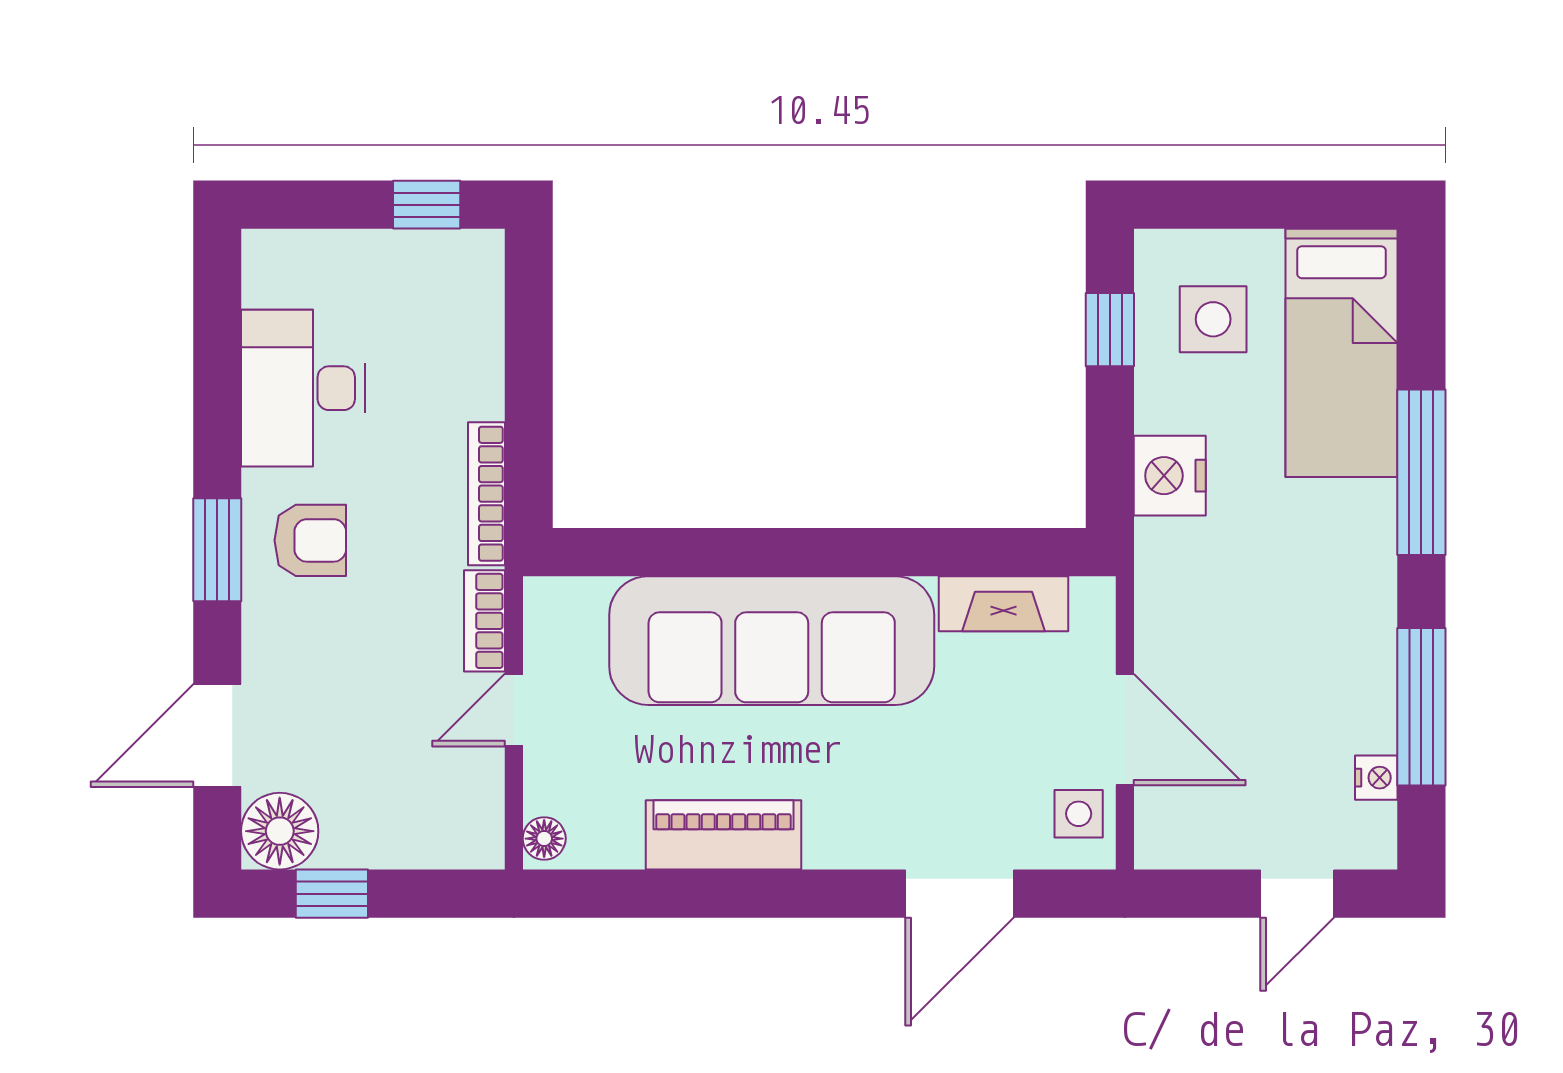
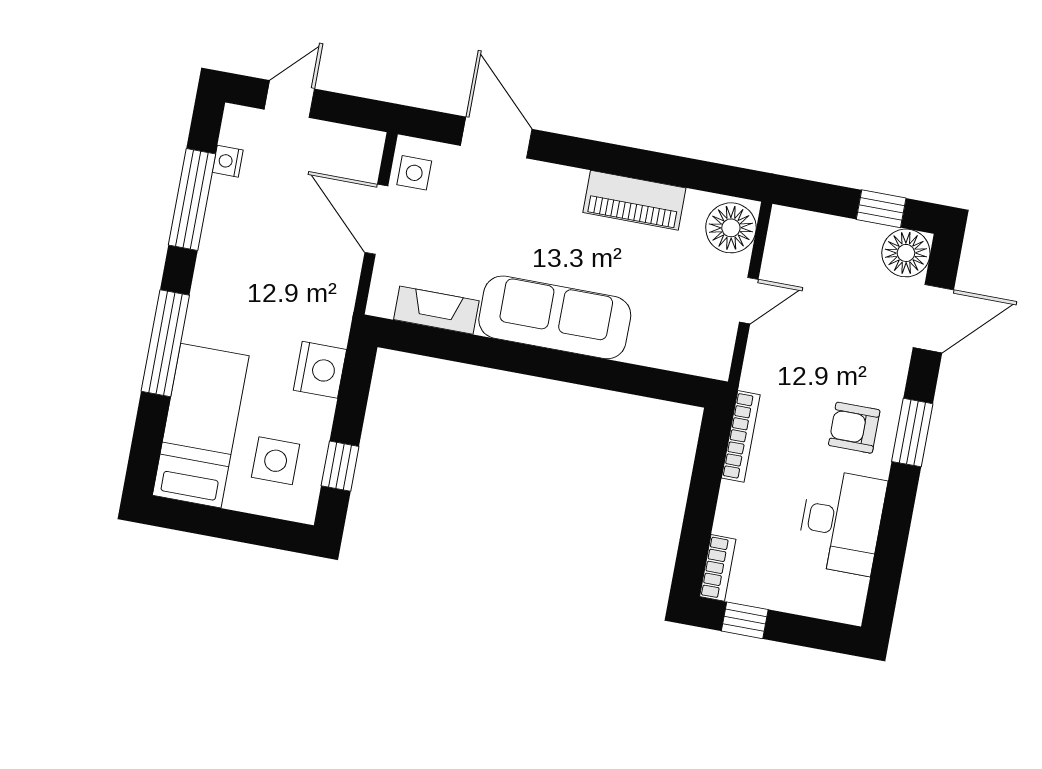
bookcase: (484, 621) -> (718, 568), moved
sofa: (772, 641) -> (555, 317), width x0.74, depth x0.79
floor lamp: (544, 839) -> (731, 228), width x1.89, depth x1.89
door: (960, 894) -> (496, 137), hinge flipped

